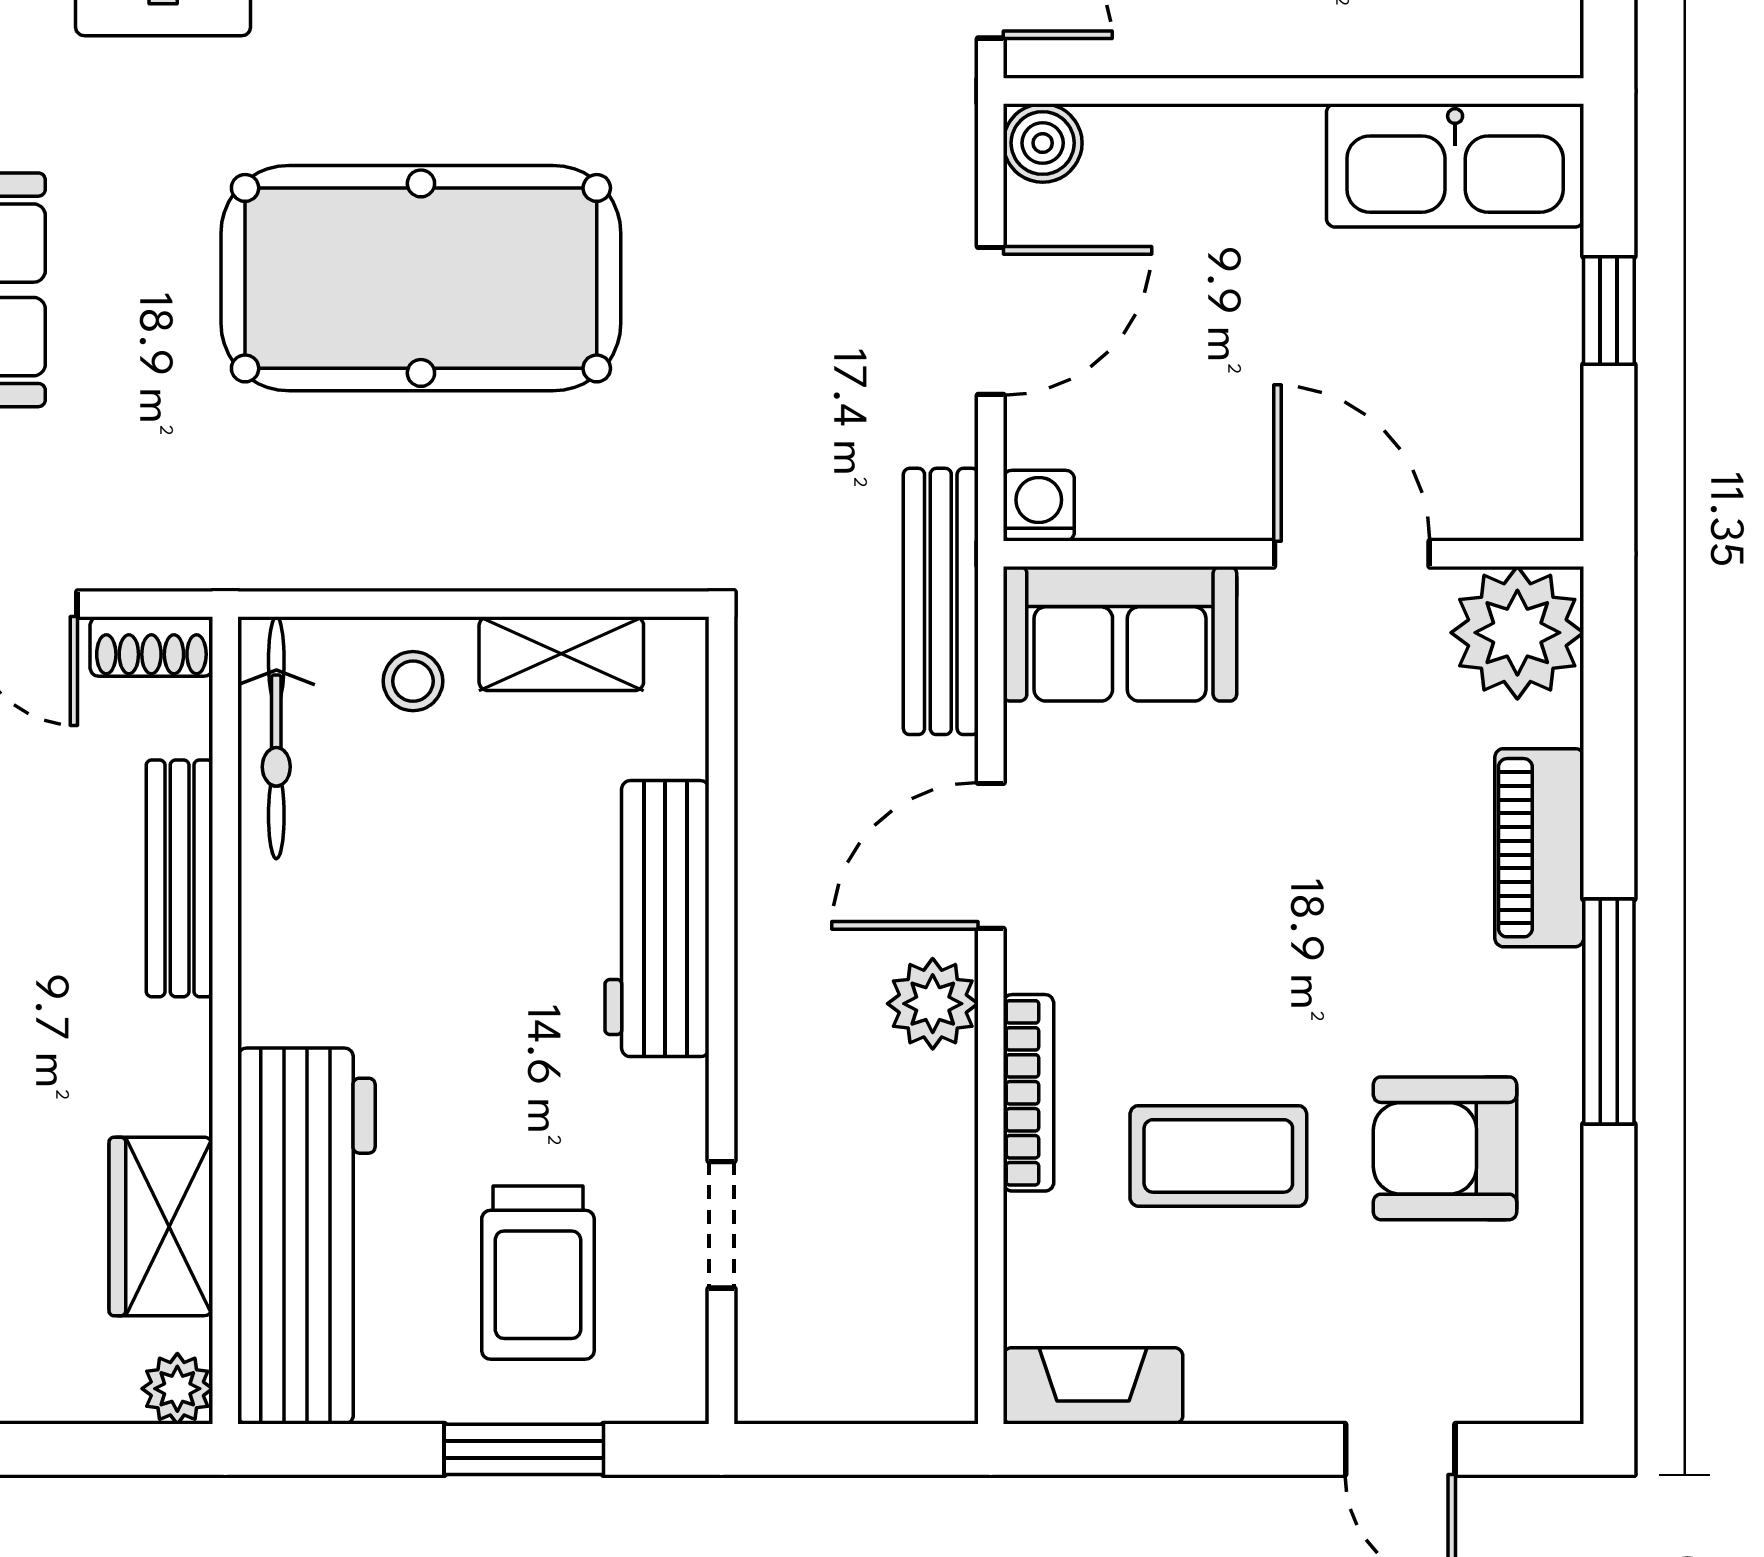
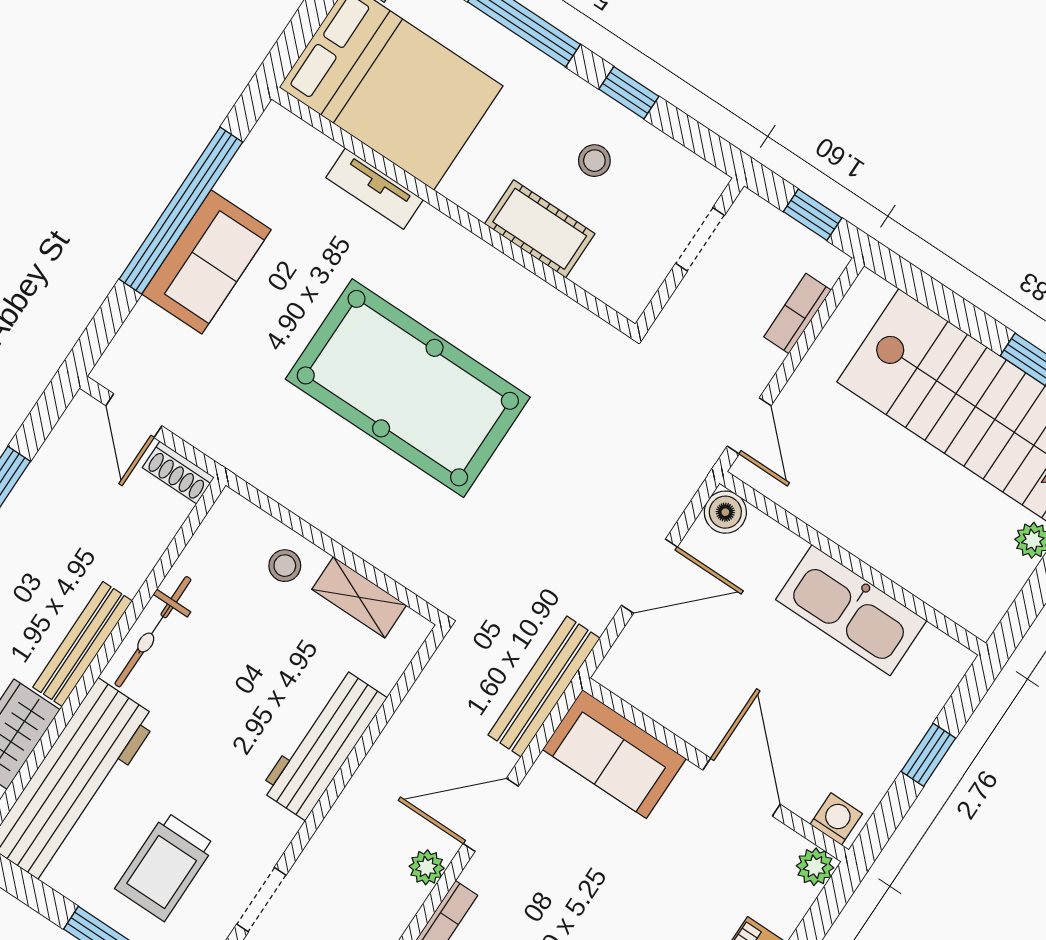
kitchen sink: (1455, 165) -> (851, 610), moved
washing machine: (1039, 506) -> (836, 819), moved
plant: (1517, 633) -> (815, 867), width x0.53, depth x0.53
bicycle: (276, 738) -> (153, 632), moved
bench: (180, 878) -> (83, 644), moved
plant: (933, 1004) -> (427, 867), width x0.73, depth x0.73

